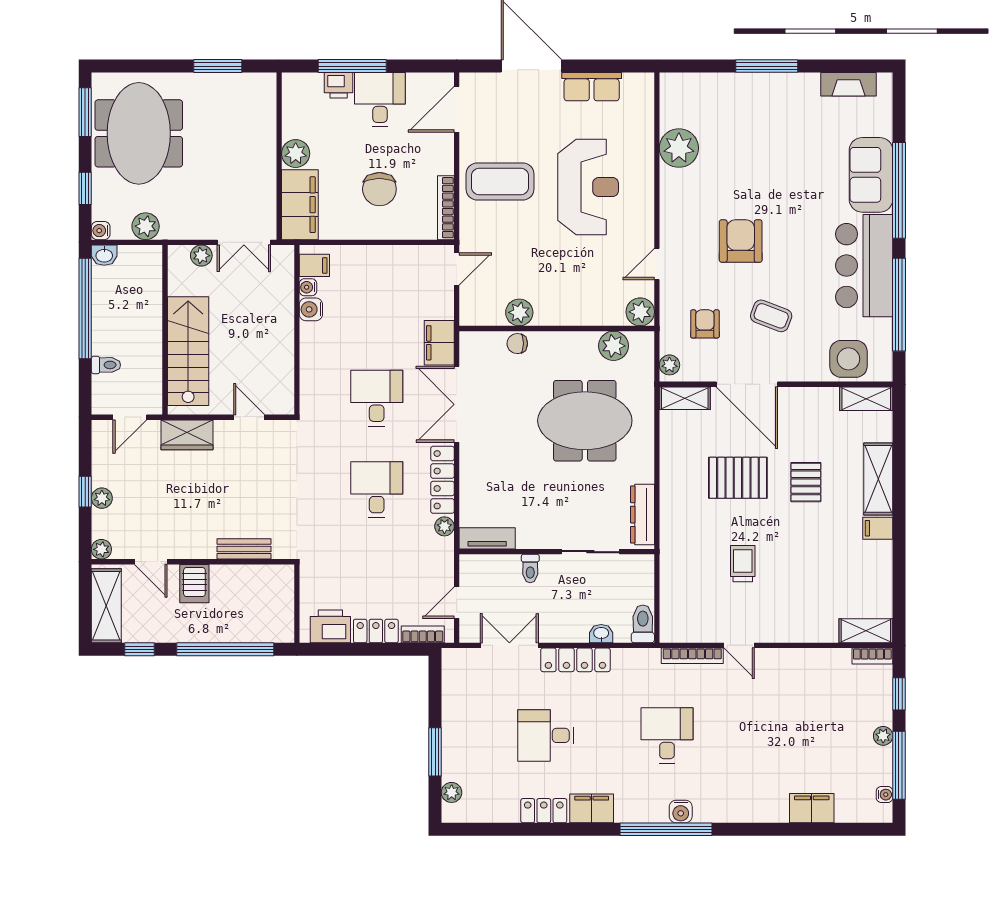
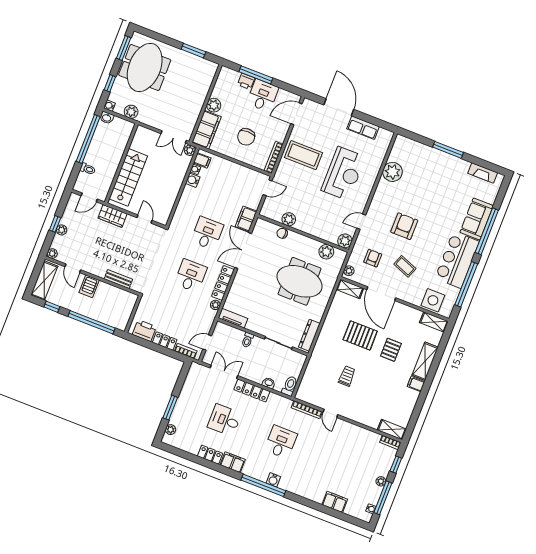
plant: (201, 256) -> (190, 150), moved

